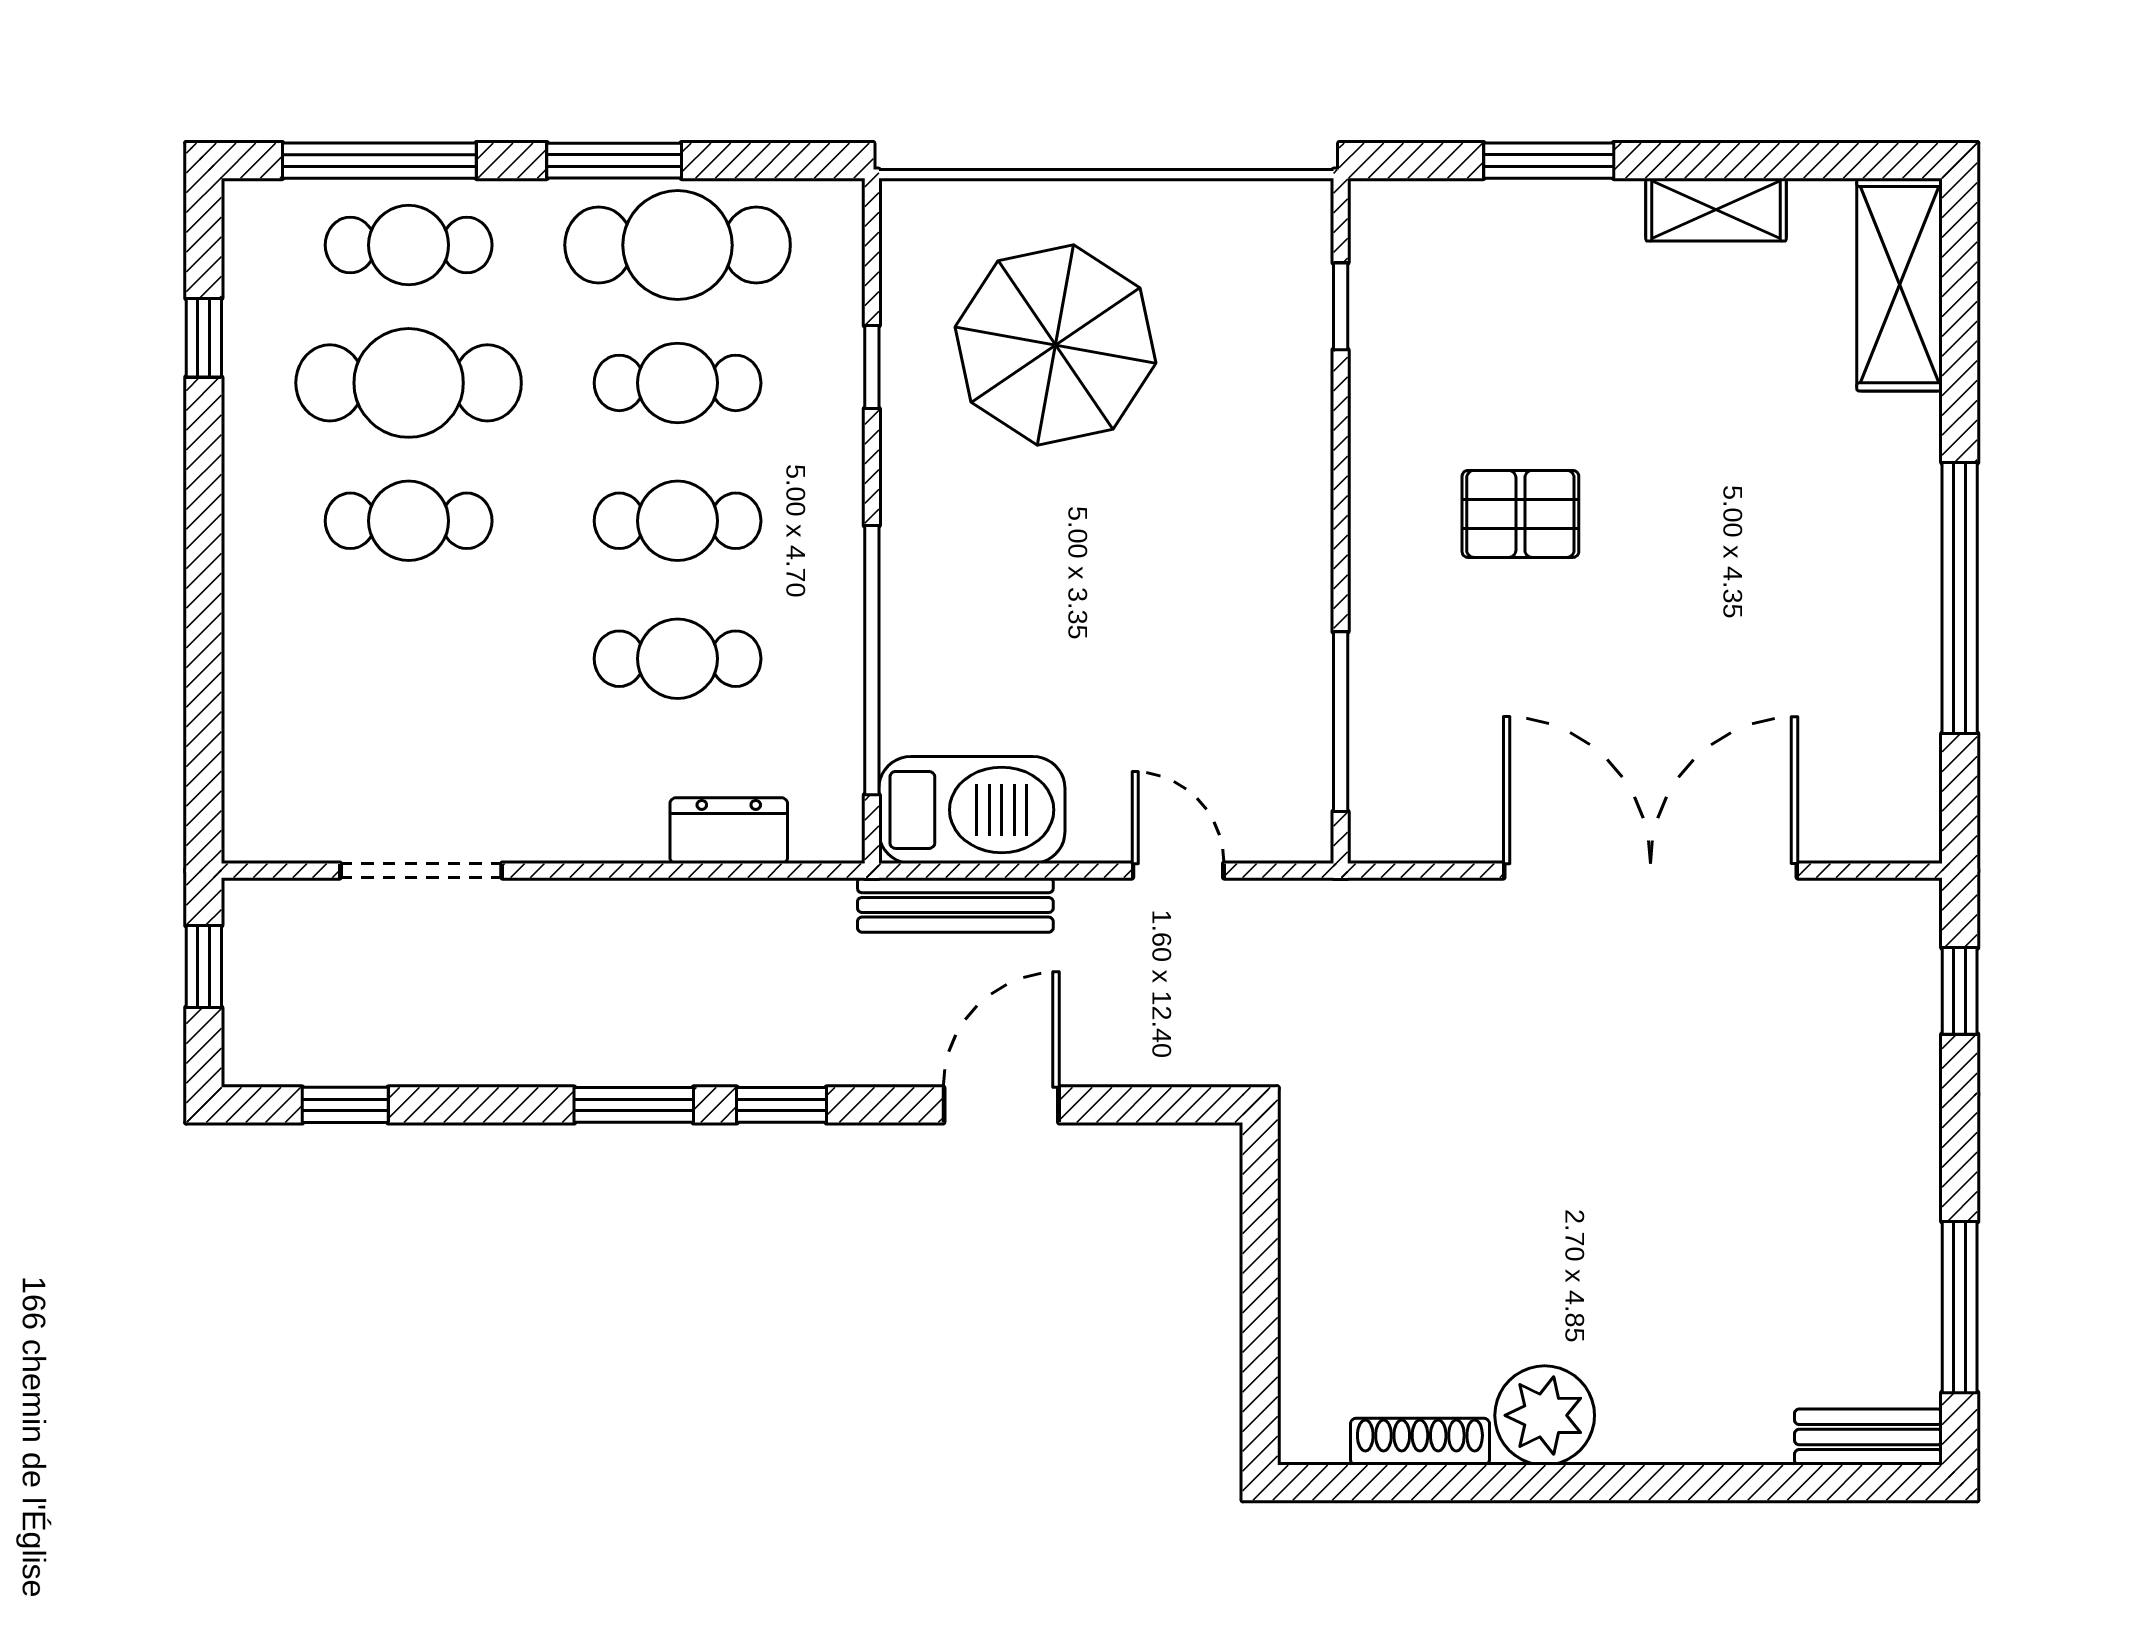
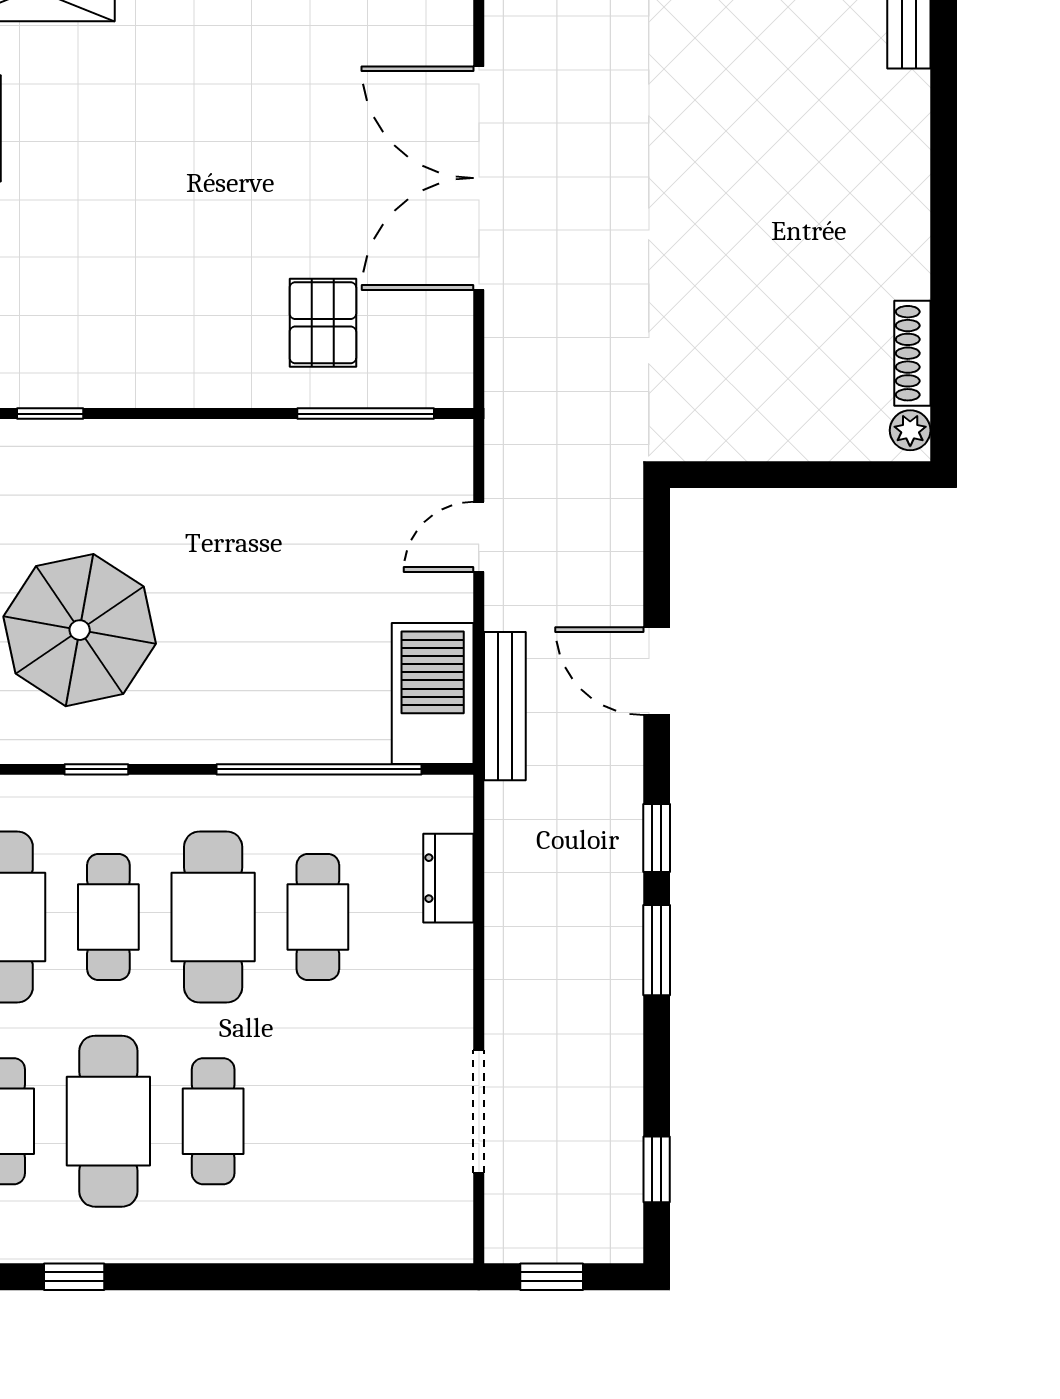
pallet: (1520, 514) -> (323, 323), moved
cafe table: (678, 521) -> (213, 917), width x1.37, depth x1.35
plant: (1545, 1415) -> (910, 430), moved, width x0.53, depth x0.53

